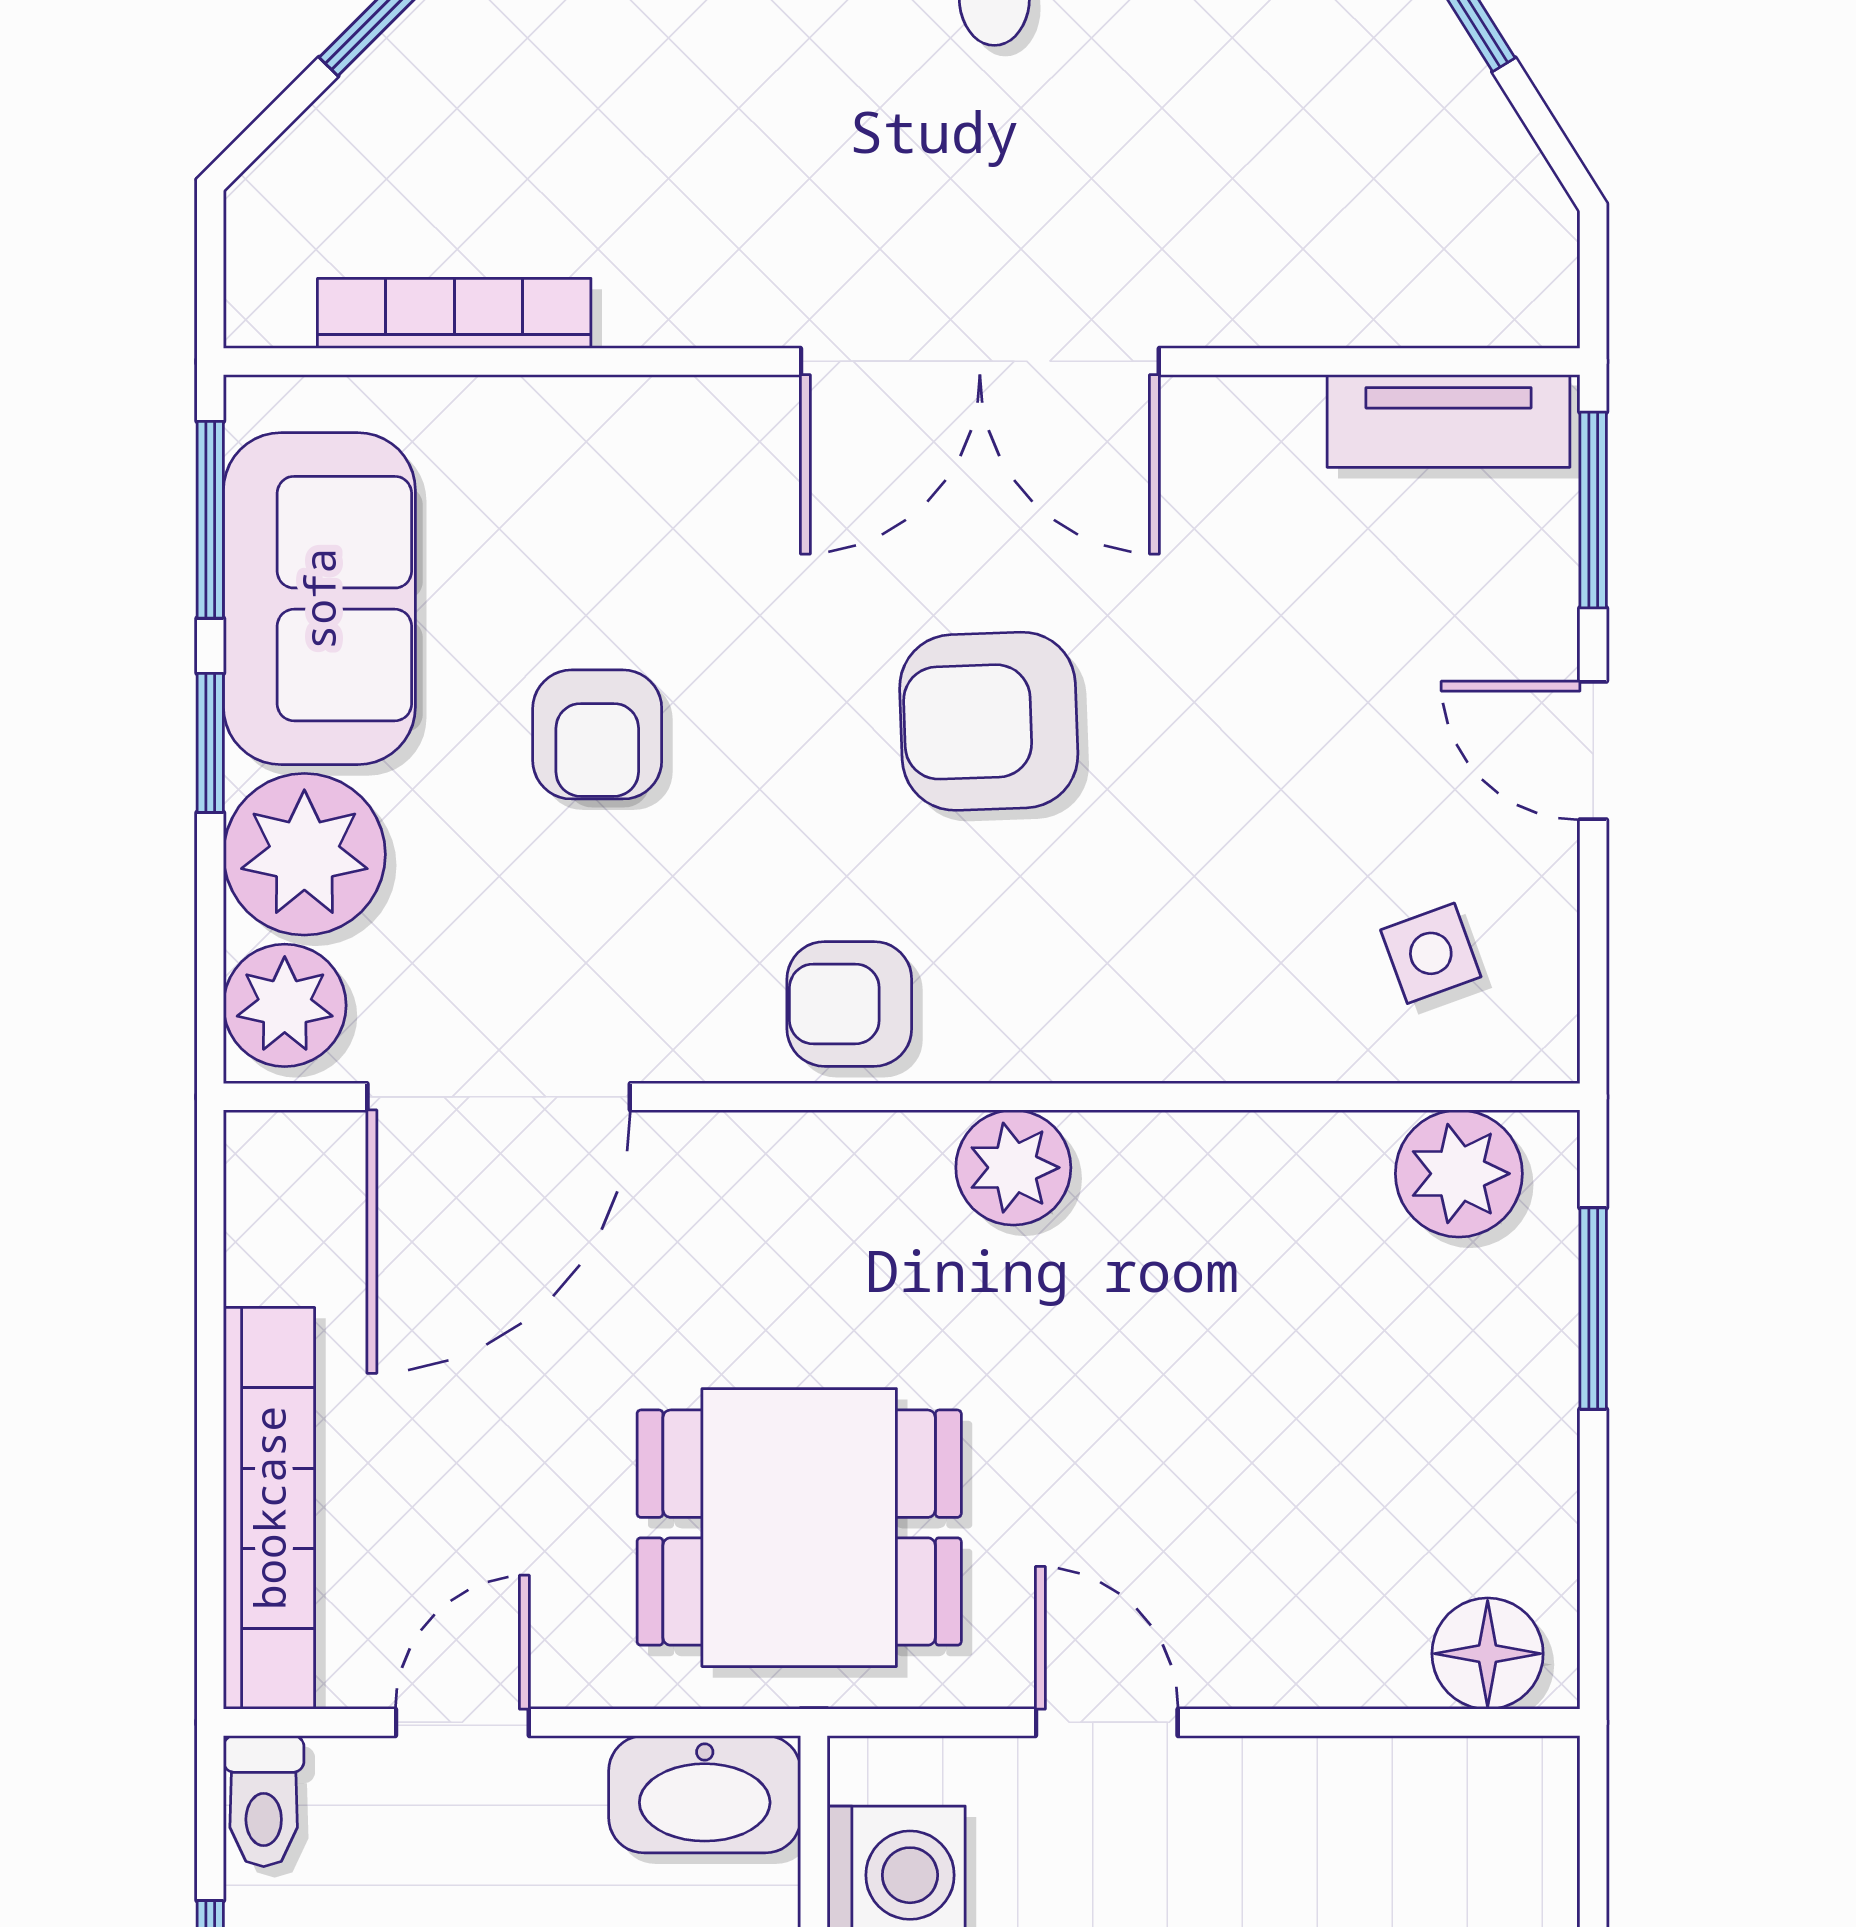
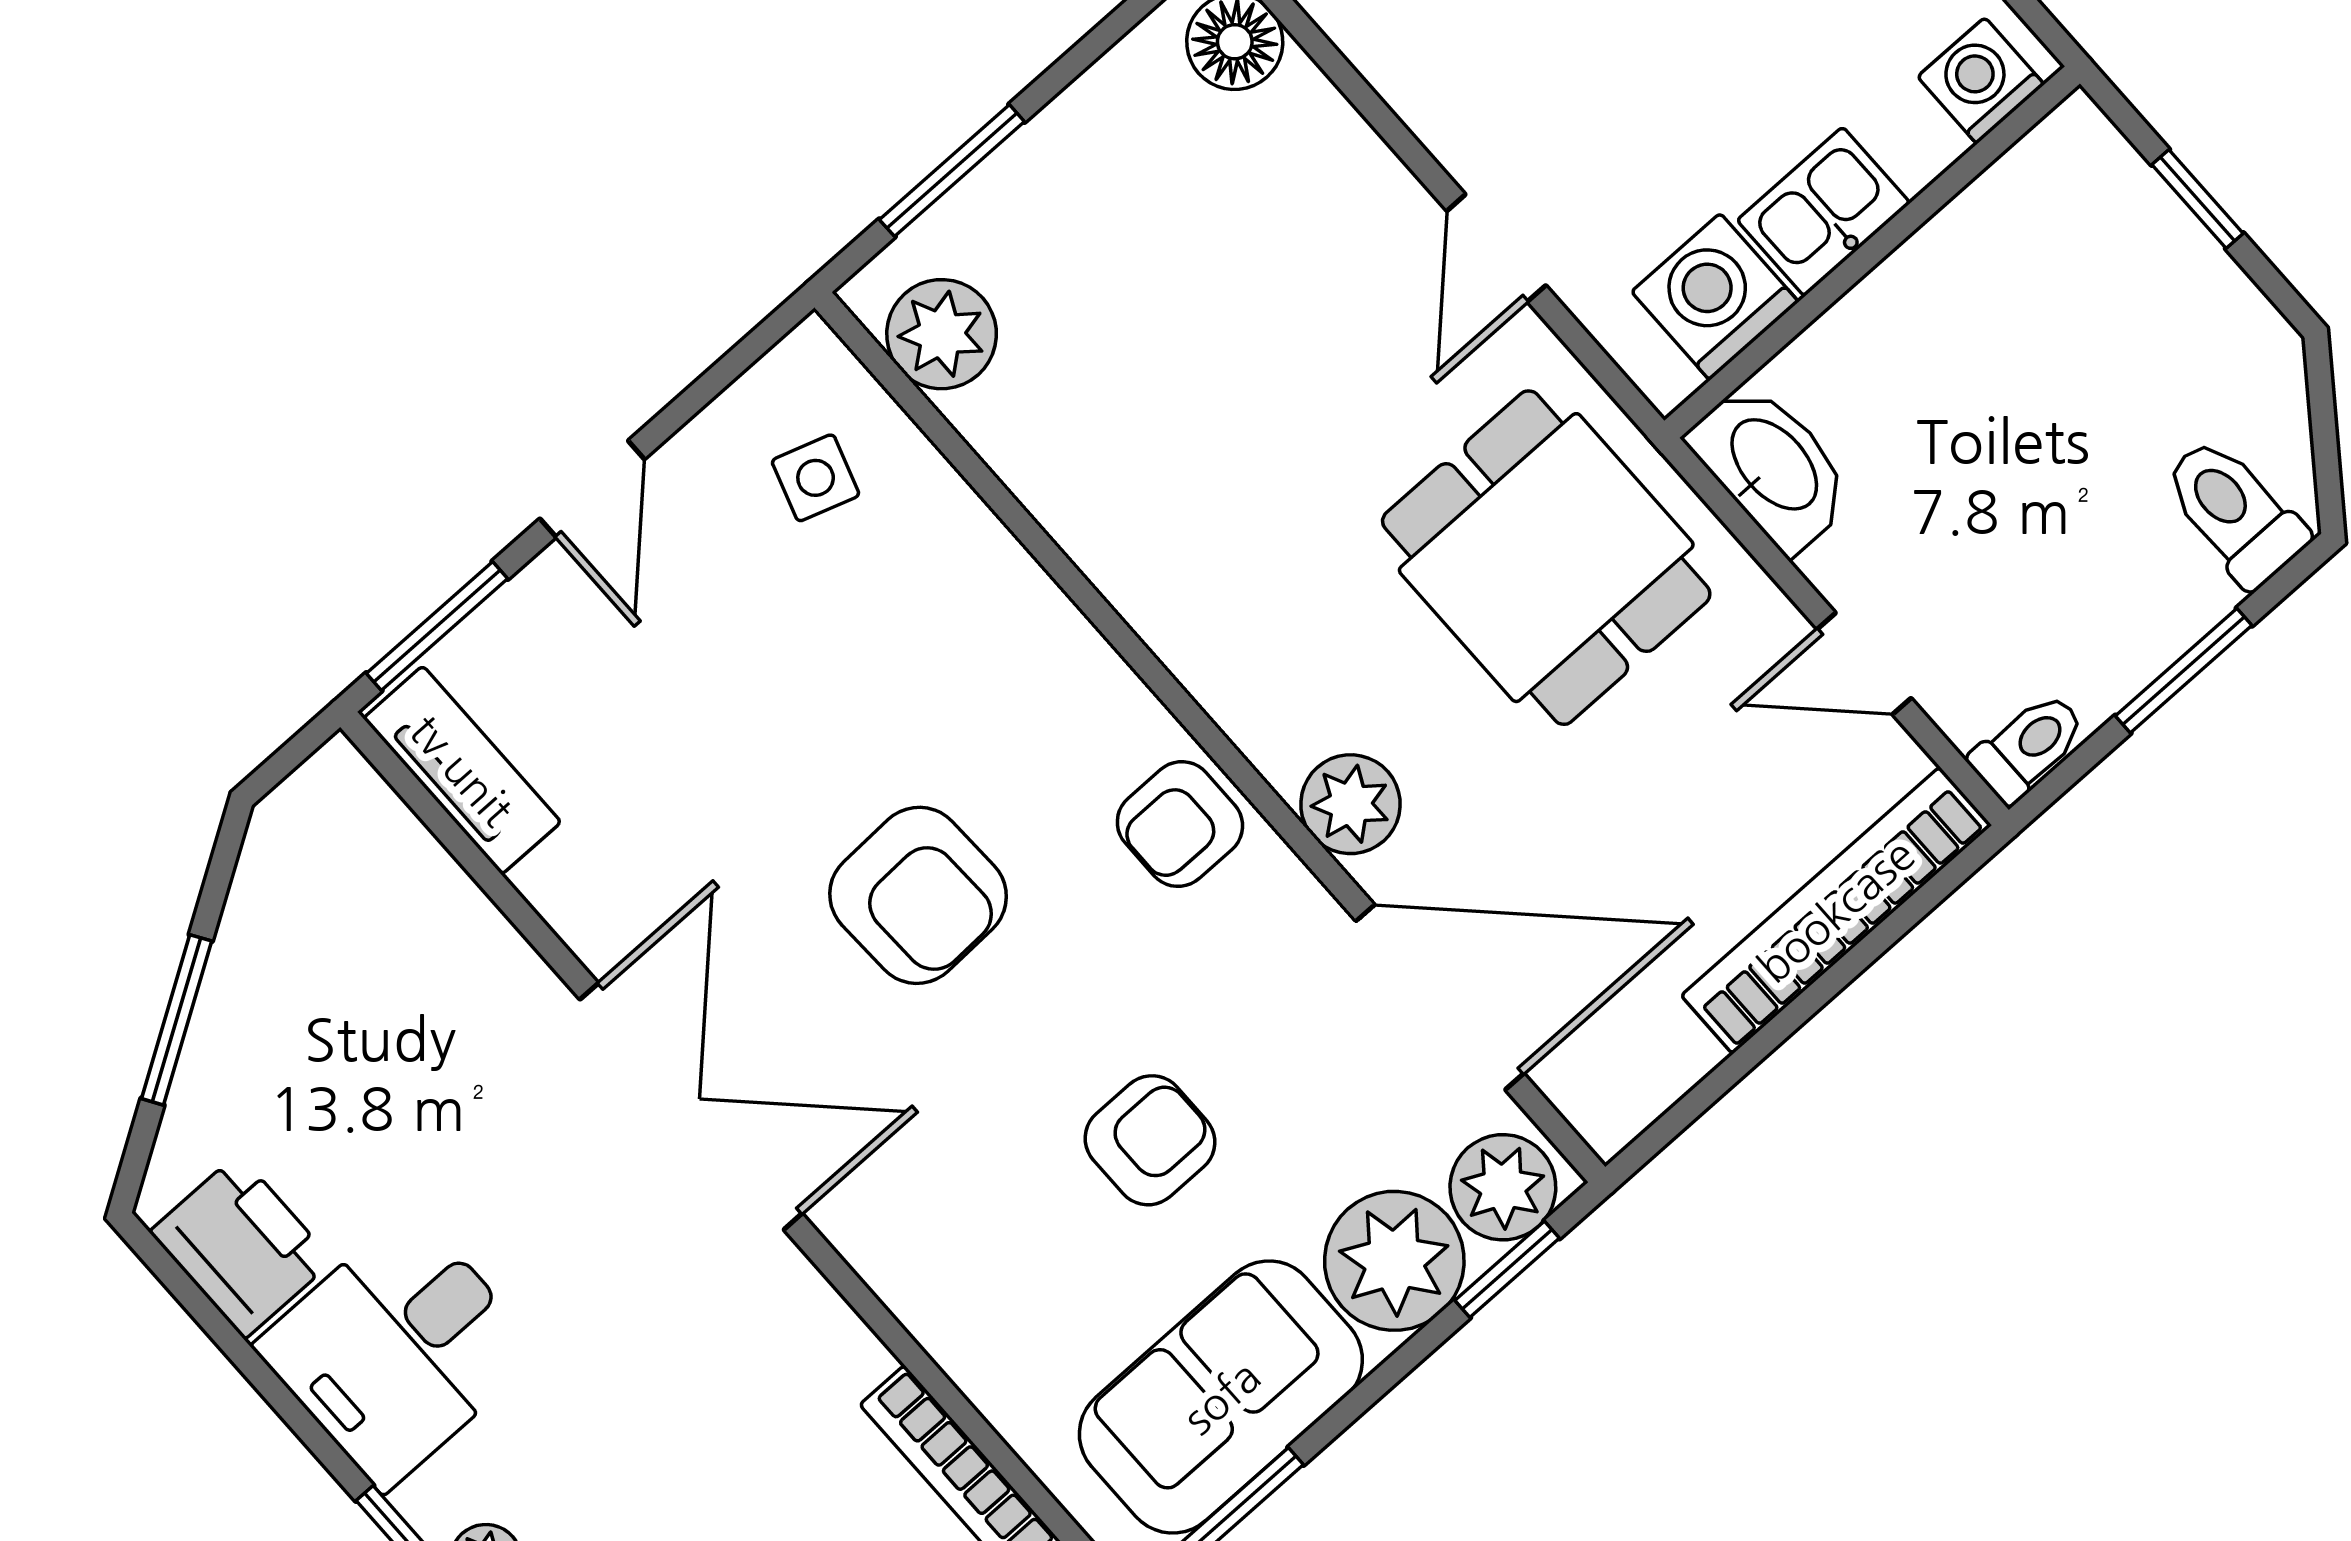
window: (210, 743) -> (1507, 1269), moved
side table: (1431, 953) -> (816, 478), turned 38
armchair: (849, 1004) -> (1180, 824), turned 90
plant: (1013, 1168) -> (1350, 804), moved

